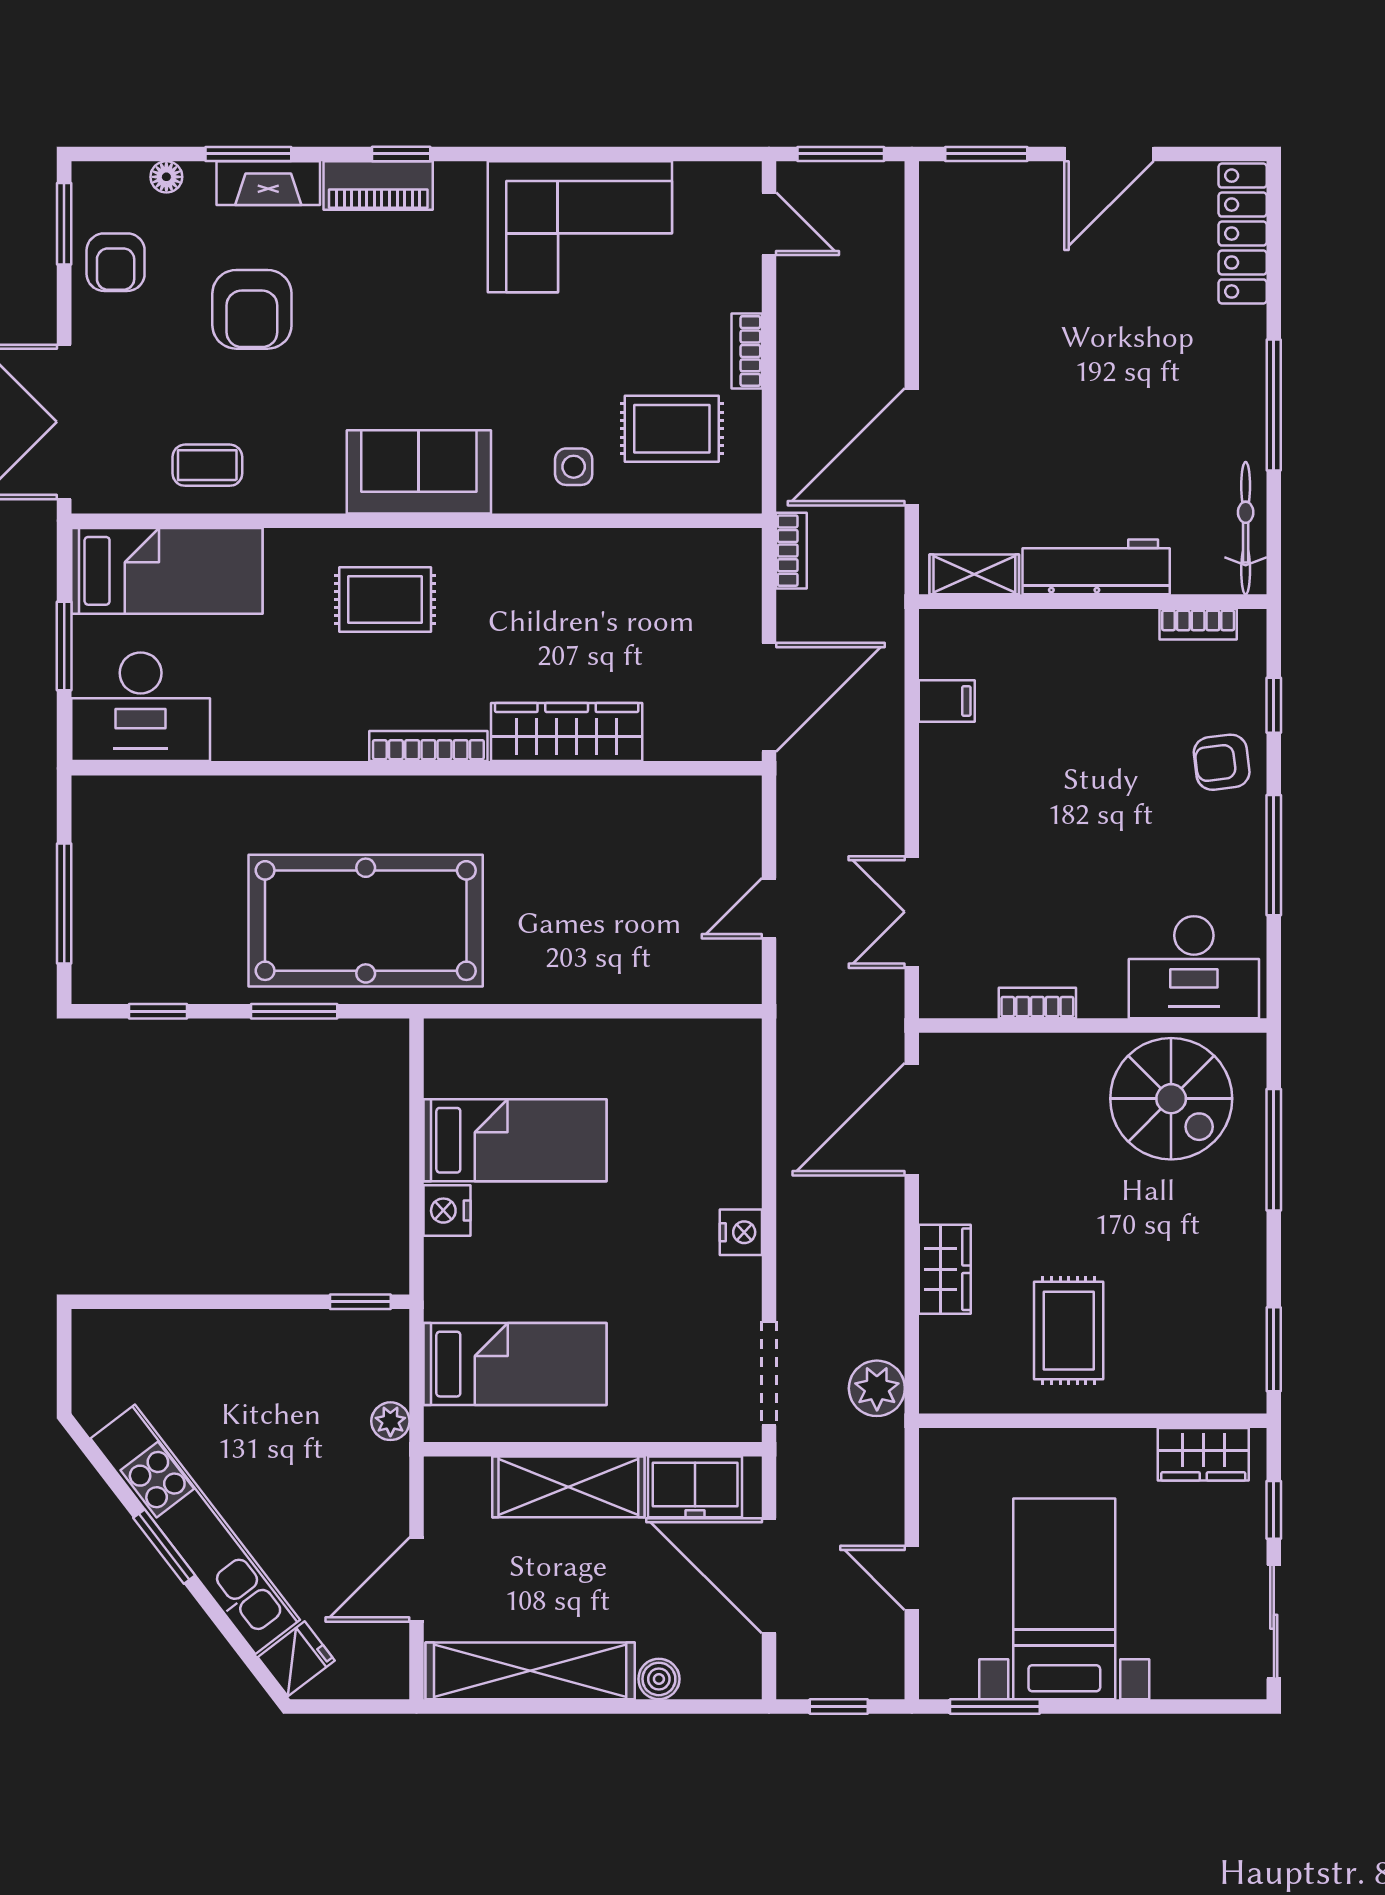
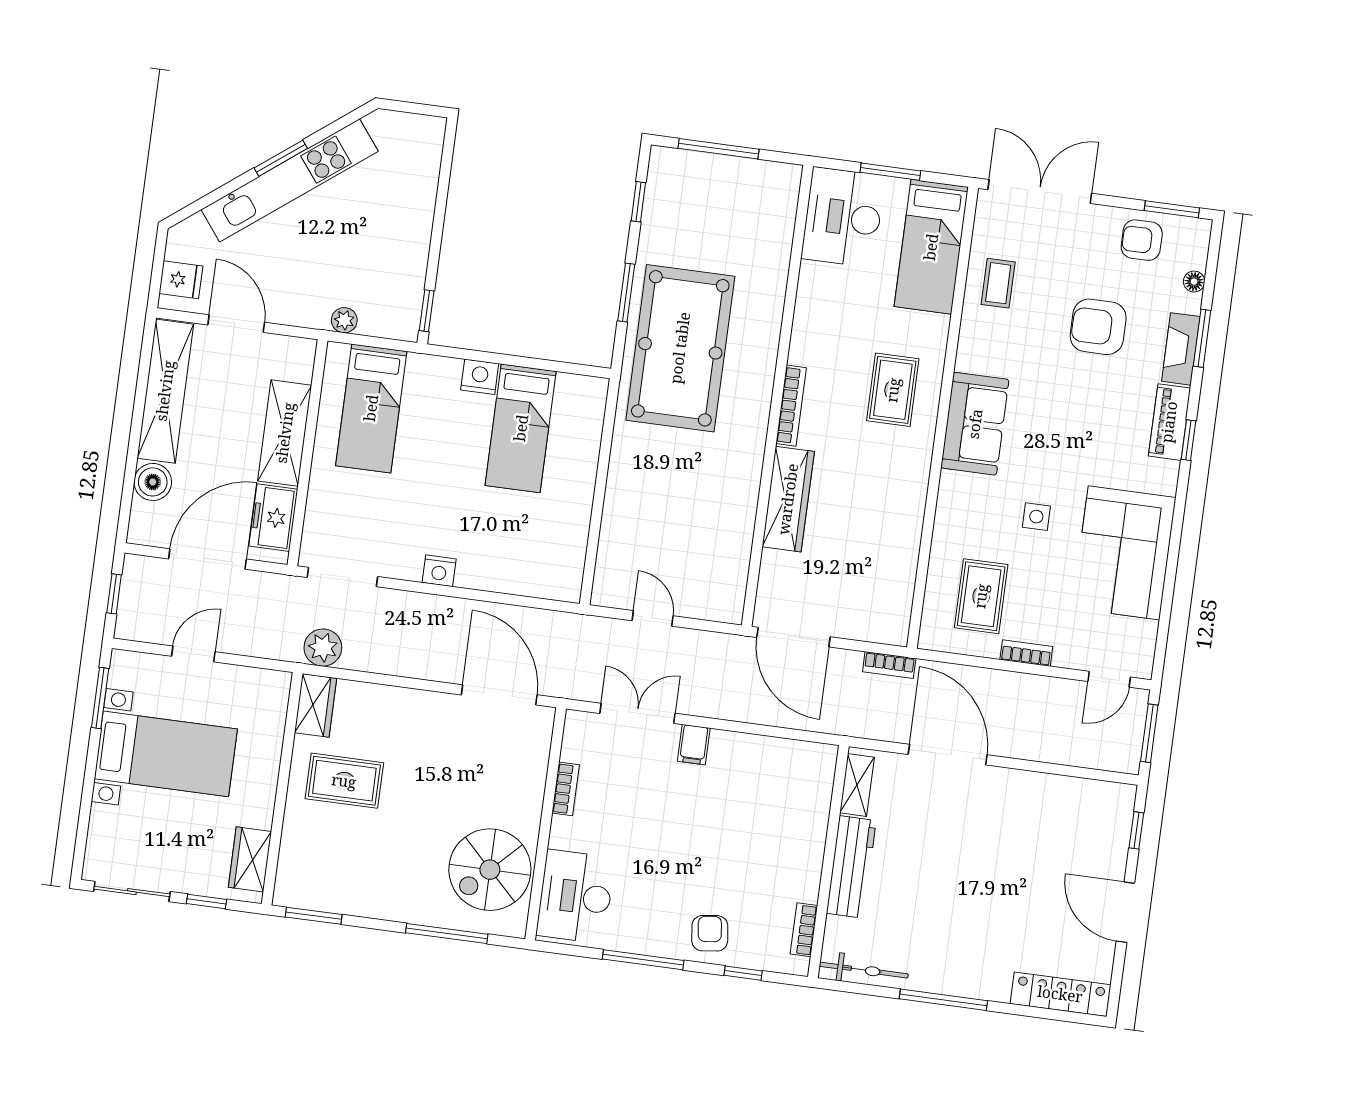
window: (986, 154) -> (1136, 830), width x0.67
side table: (574, 467) -> (1036, 517), moved
filing cabinet: (947, 701) -> (694, 745), moved
wardrobe: (945, 1269) -> (316, 705), moved, turned -90
fridge: (296, 1659) -> (181, 280), moved, turned -53
boiler: (659, 1679) -> (153, 482), width x1.36, depth x1.36

